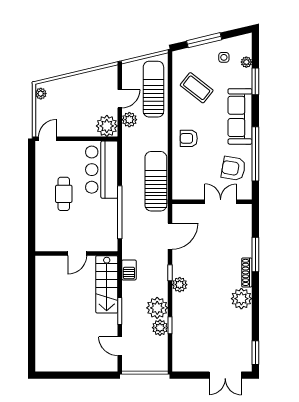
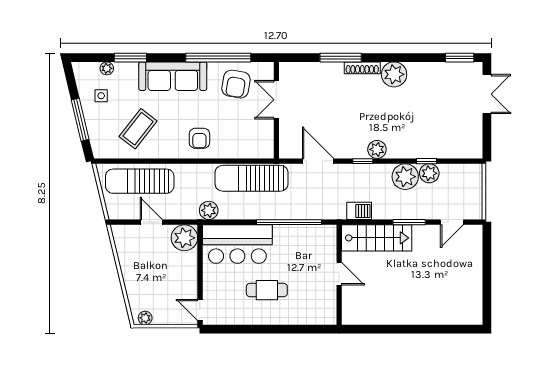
plant: (129, 120) -> (209, 210), moved

